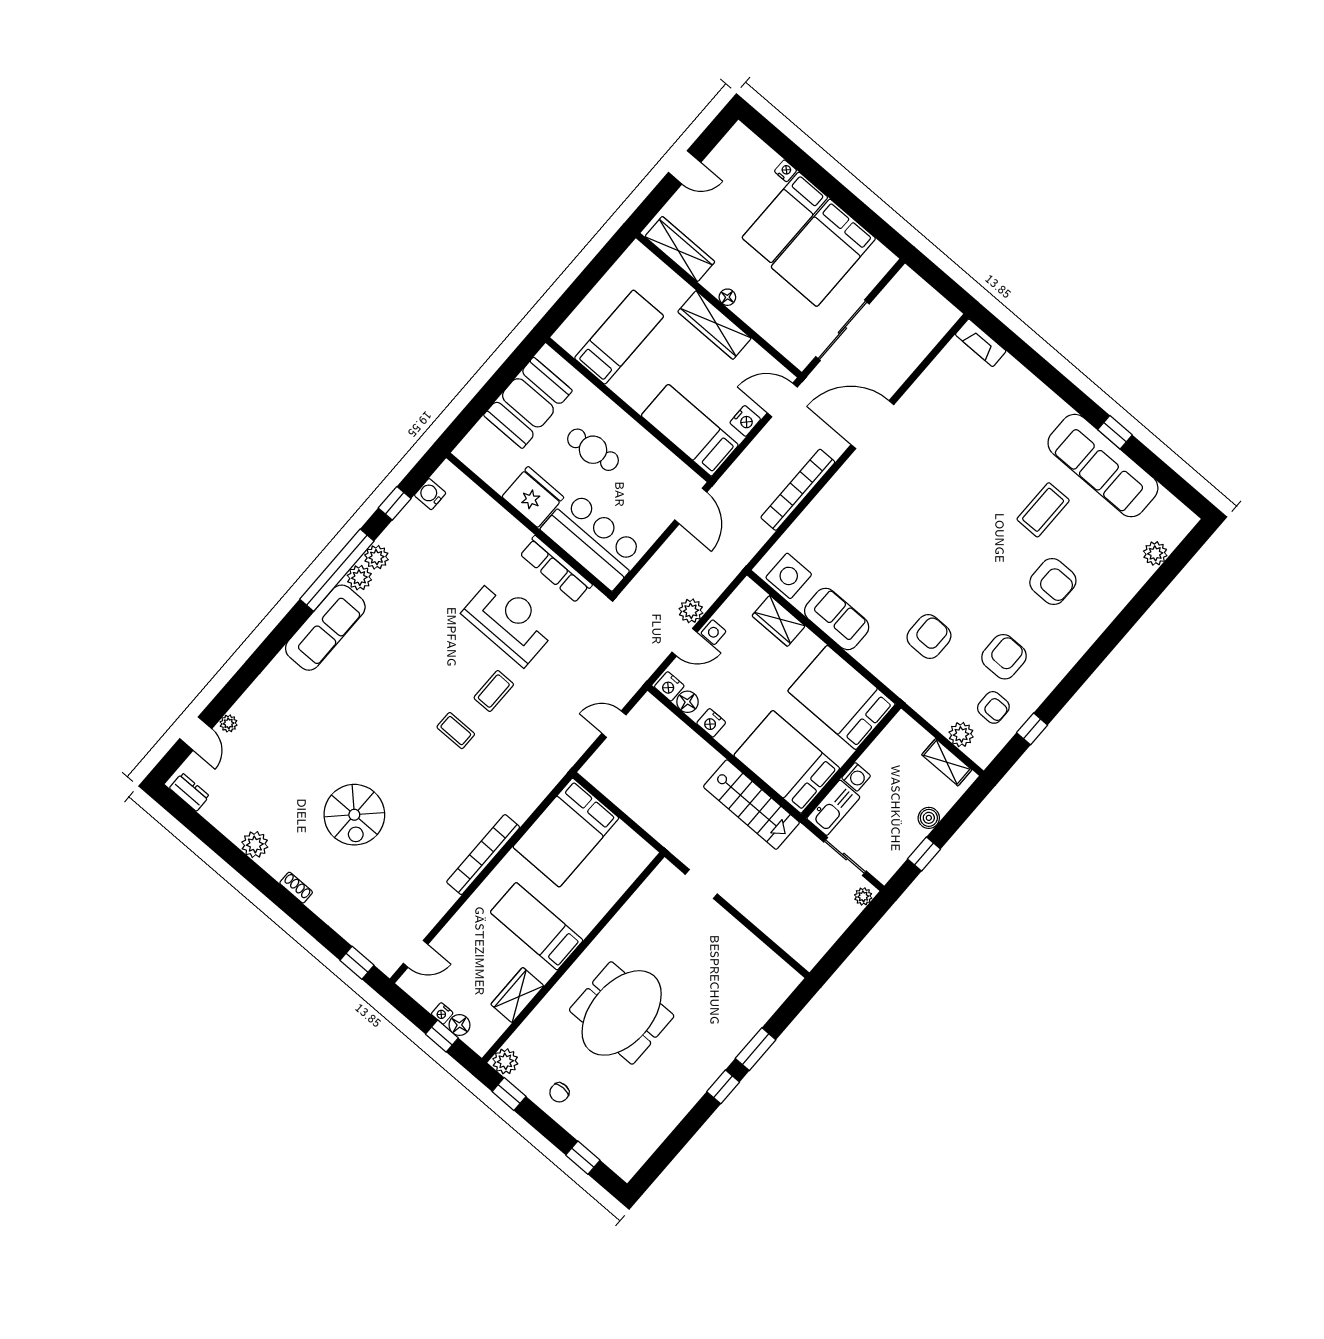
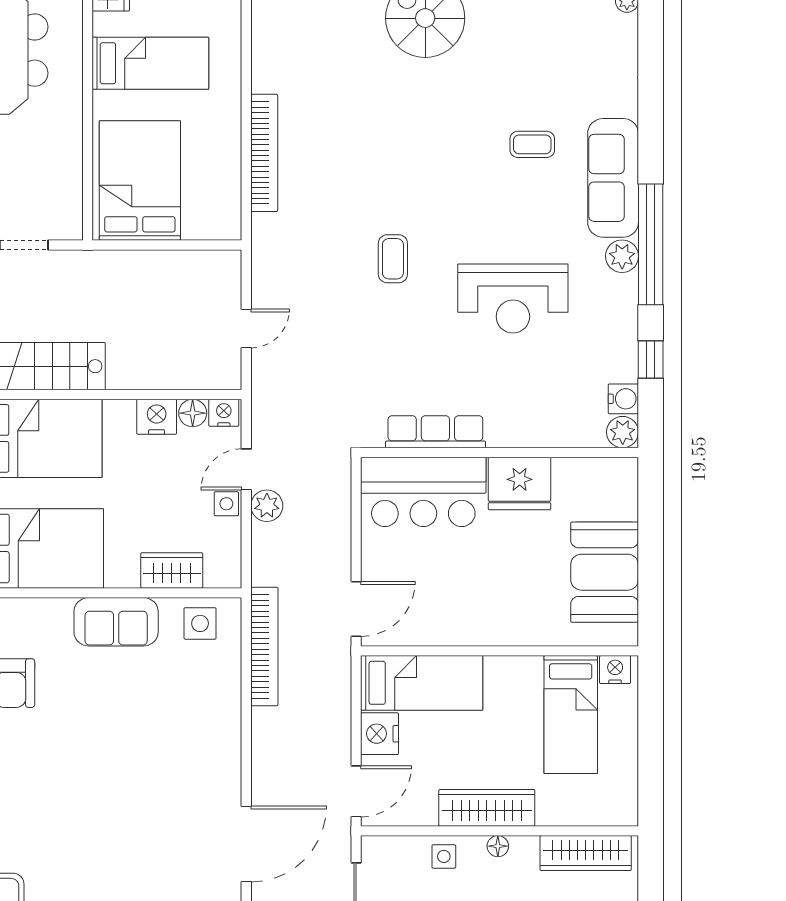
side table: (764, 318) -> (444, 856), added
nightstand: (571, 341) -> (615, 670), added
nightstand: (745, 421) -> (380, 734), width x1.36, depth x1.33
cafe table: (593, 450) -> (501, 581), removed
bookcase: (798, 490) -> (264, 646), moved
door: (691, 506) -> (356, 609), swing flipped
plant: (376, 557) -> (623, 432), moved
side table: (789, 576) -> (200, 623), width x0.73, depth x0.73
reception desk: (509, 621) -> (513, 299), moved
nightstand: (711, 723) -> (157, 417), width x1.36, depth x1.33
coffee table: (456, 731) -> (532, 144), moved
bed: (566, 833) -> (140, 181), moved
bookcase: (483, 855) -> (264, 153), moved

